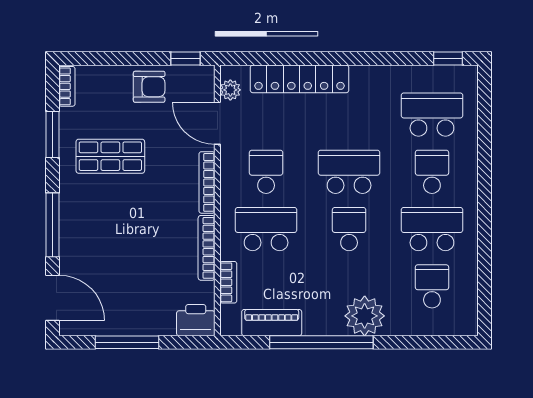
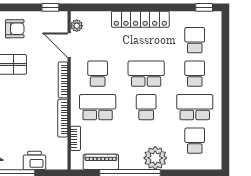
locker: (300, 79) -> (140, 19), moved
armchair: (149, 87) -> (15, 29), moved
school desk: (432, 115) -> (195, 40), width x0.54
printer: (196, 320) -> (34, 160), moved

